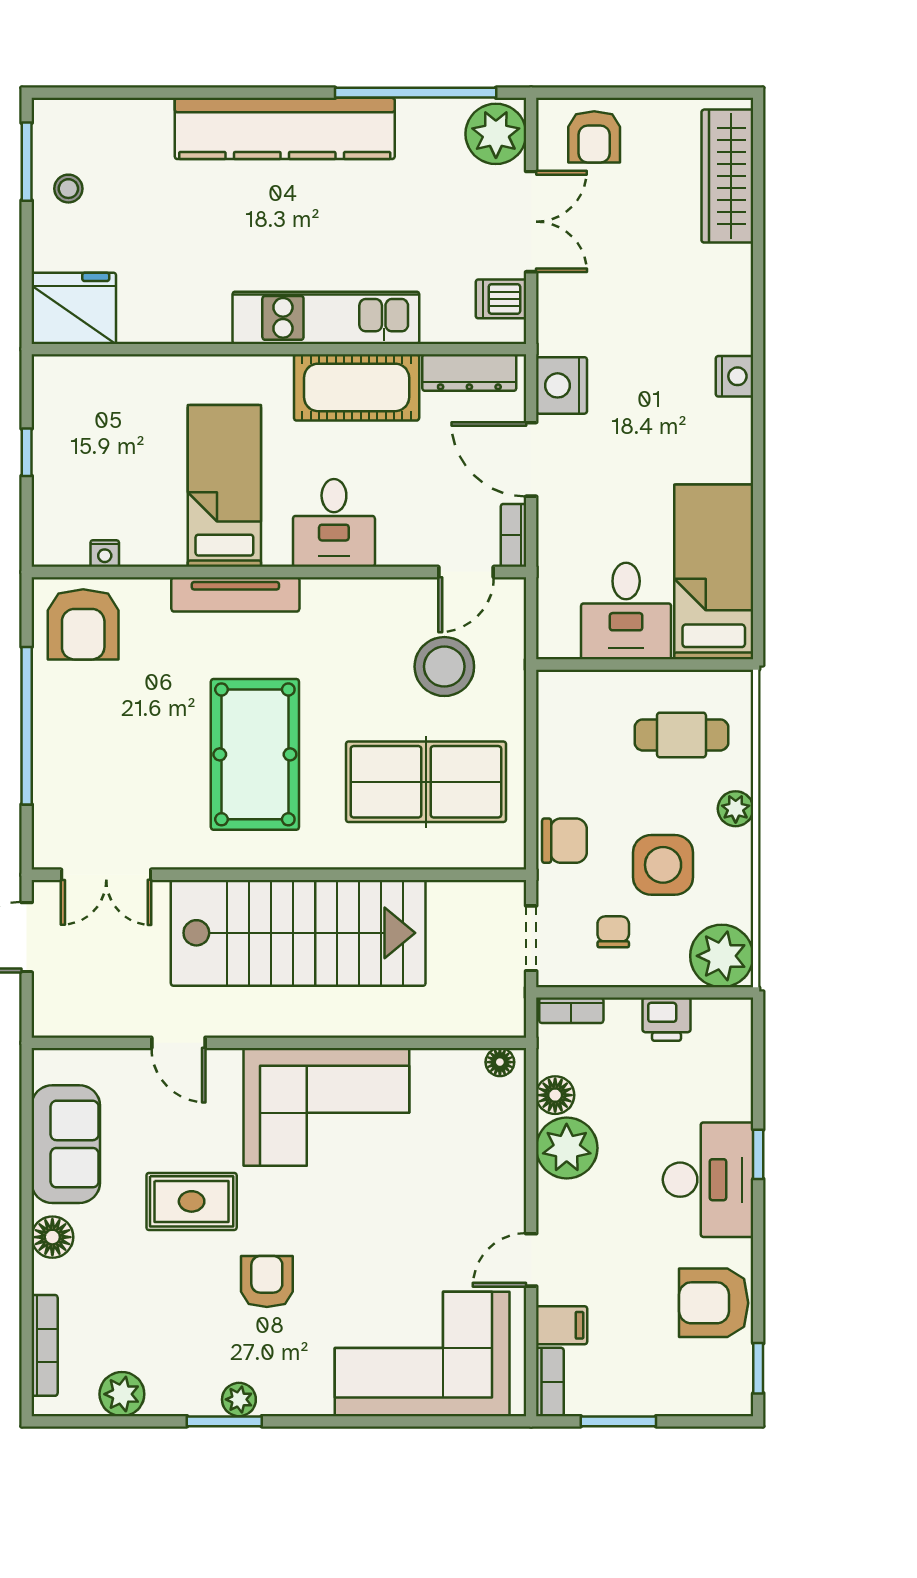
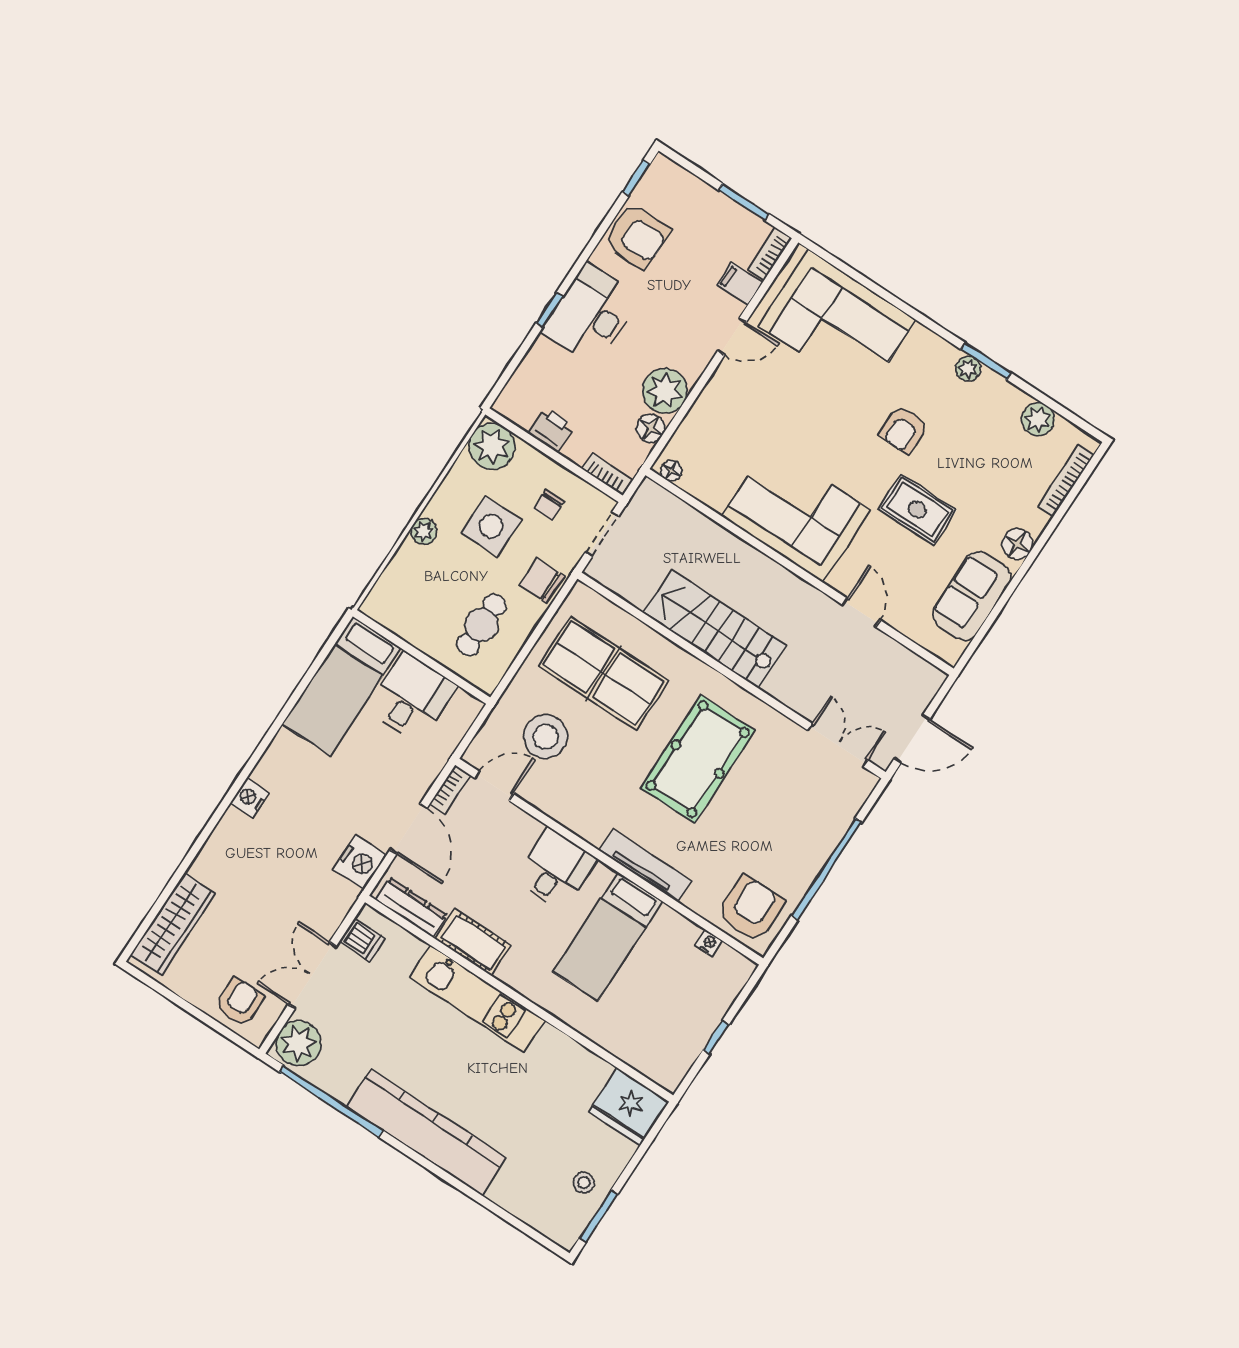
cot: (357, 387) -> (473, 942), width x0.73, depth x0.75
cafe table: (681, 735) -> (481, 625), moved, turned 90
stairs: (298, 933) -> (715, 629), width x0.73, depth x0.66

